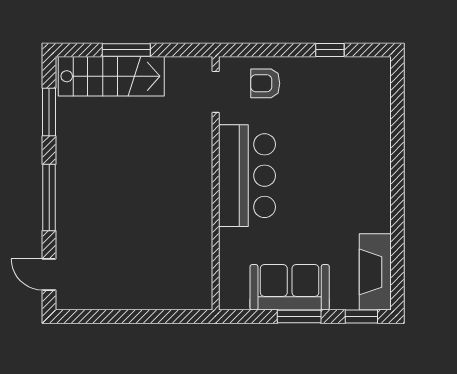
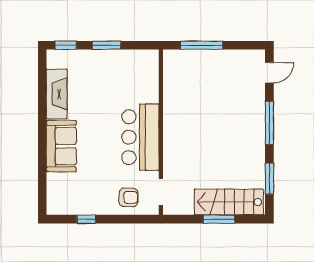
fireplace: (375, 272) -> (57, 94), moved
door: (49, 275) -> (269, 73), hinge flipped
sofa: (290, 287) -> (61, 146), moved, turned -90
window: (153, 317) -> (202, 45), added

